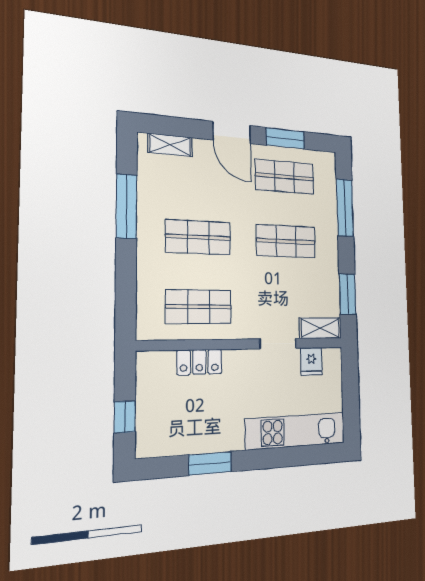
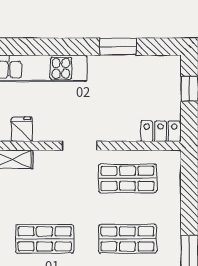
doorway: (278, 344) -> (79, 146), moved
locker: (199, 362) -> (160, 131), moved

